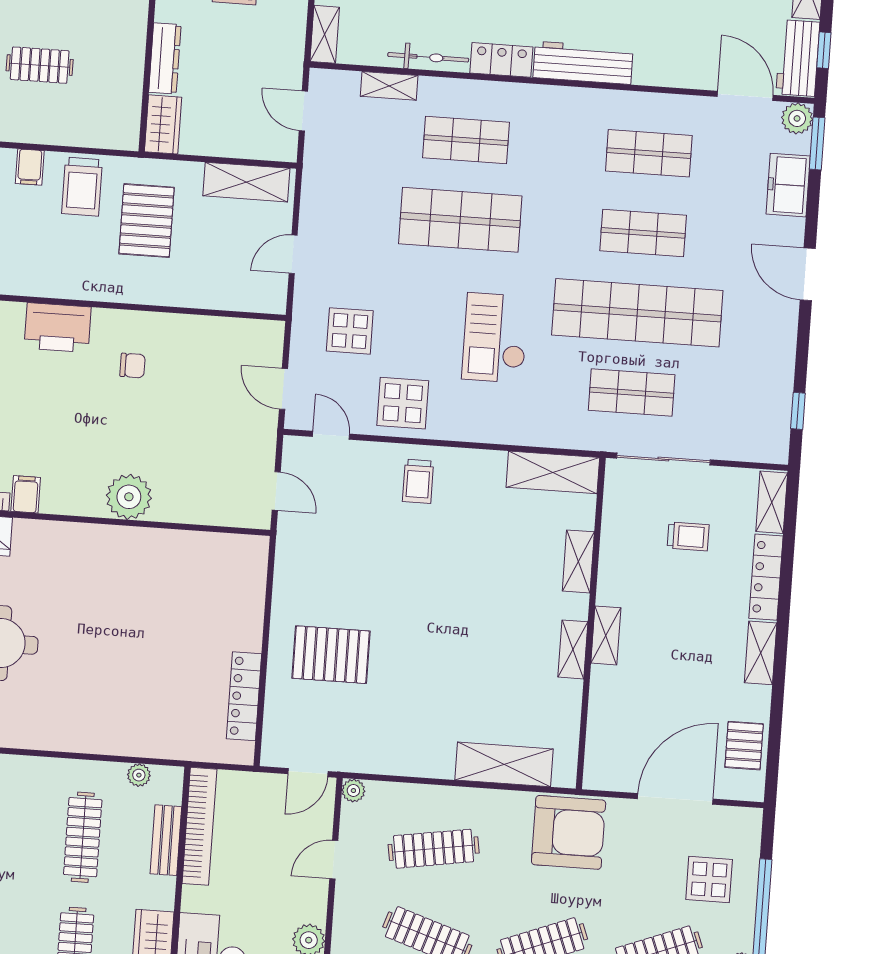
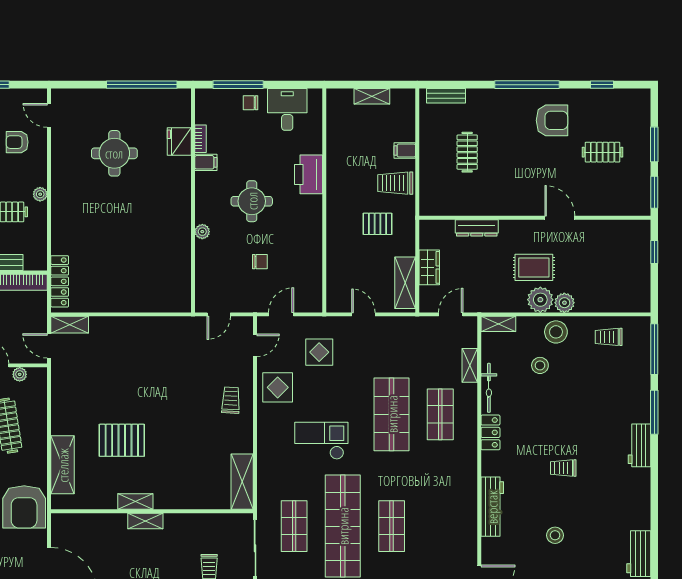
workbench: (583, 63) -> (492, 507), moved
wardrobe: (163, 124) -> (429, 267), moved, turned -90
shop shelf: (649, 153) -> (440, 526), removed
pallet: (147, 221) -> (377, 224), width x0.67, depth x0.71
chair: (133, 366) -> (260, 262), moved, turned -90
round table: (95, 424) -> (252, 201), added
trolley: (418, 481) -> (231, 400), turned 93
plant: (129, 497) -> (202, 232), width x0.53, depth x0.53
shelving: (578, 561) -> (70, 325), moved
pallet: (331, 655) -> (122, 440), moved, turned 90
locker: (244, 696) -> (60, 281), moved, turned 90
plant: (139, 775) -> (40, 194), moved
plant: (353, 791) -> (20, 374), moved

